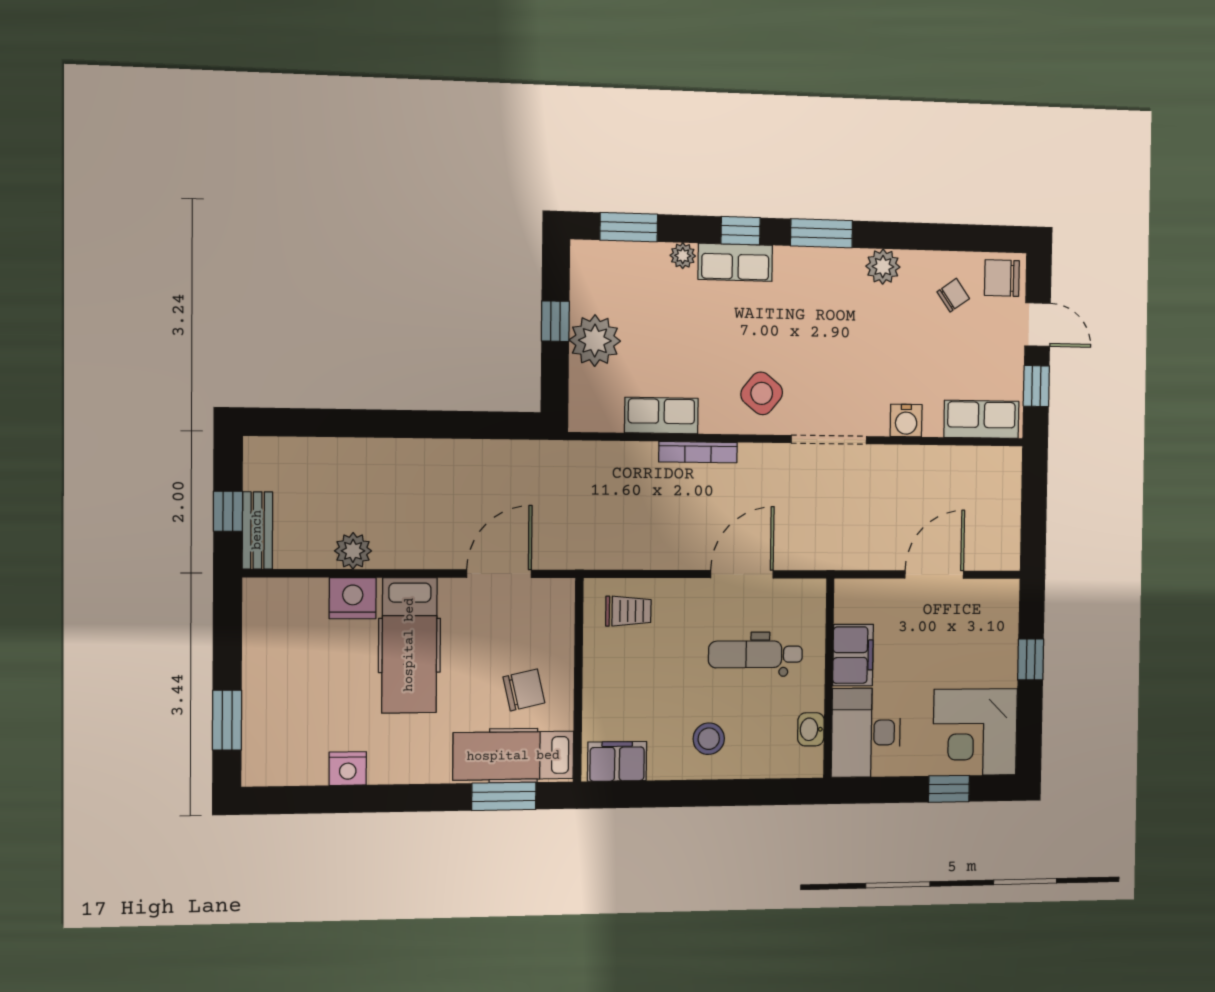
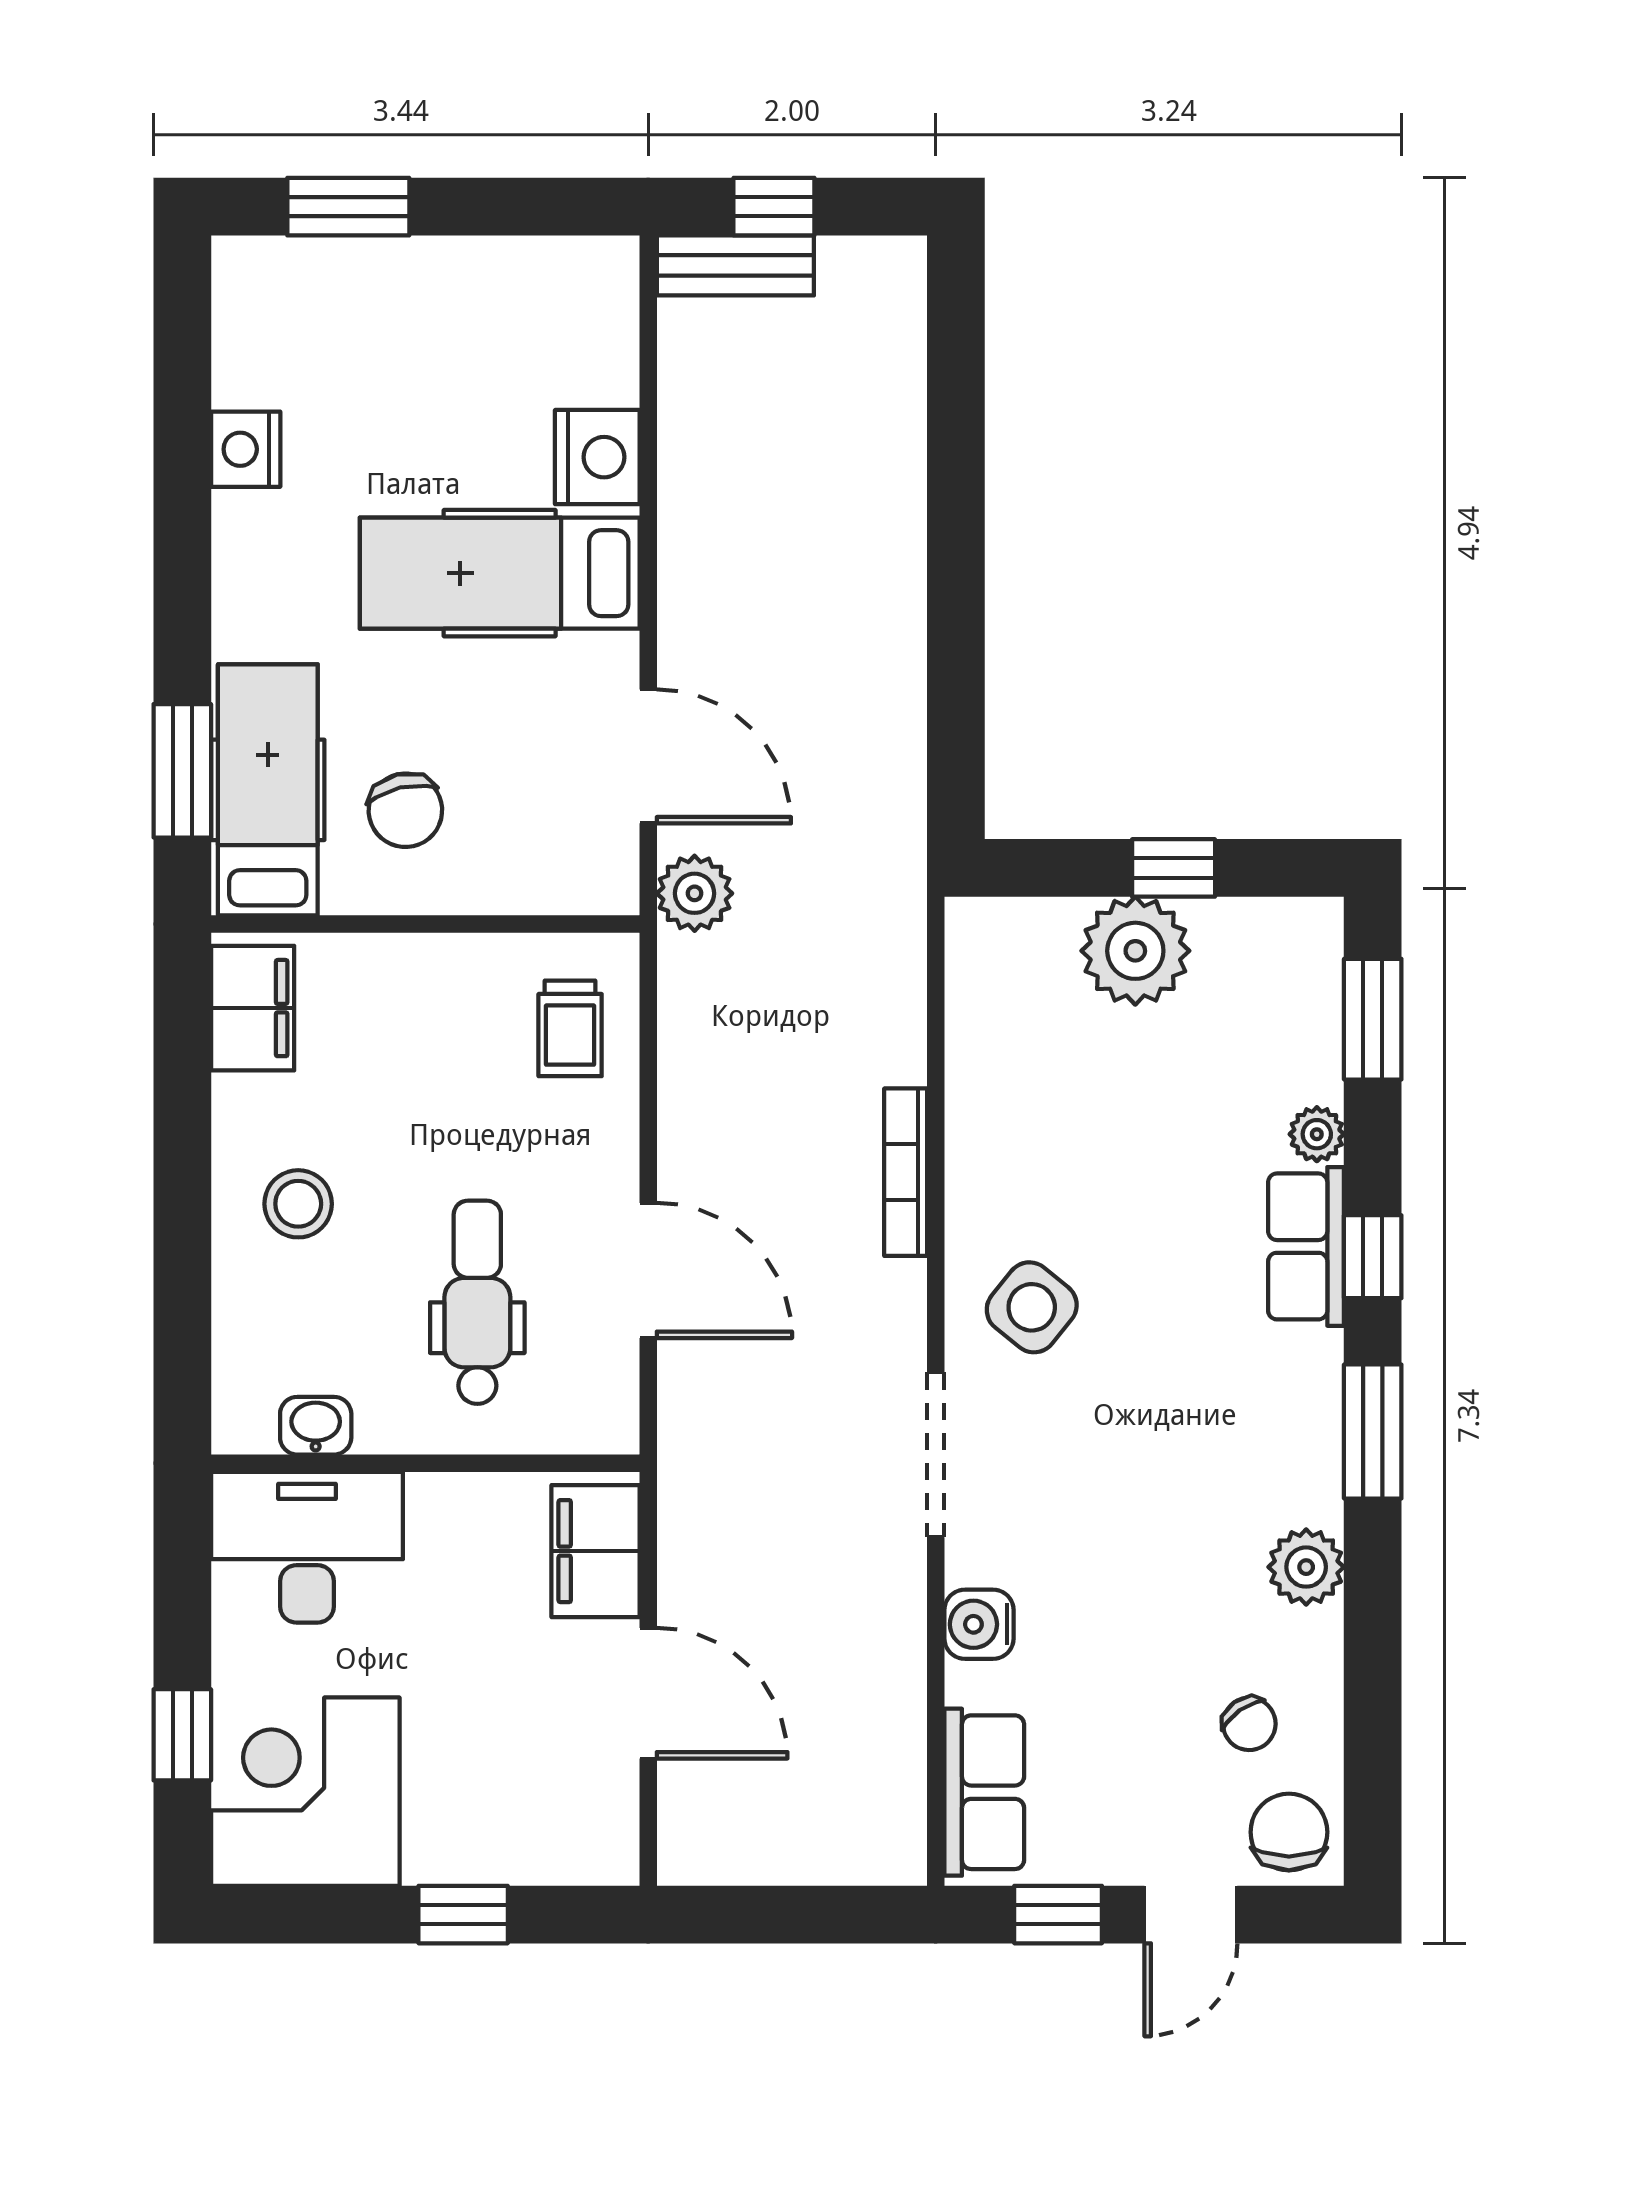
row of seats: (661, 416) -> (982, 1093), removed
plant: (353, 551) -> (695, 893), moved
filing cabinet: (853, 655) -> (595, 1551), moved, turned 90

